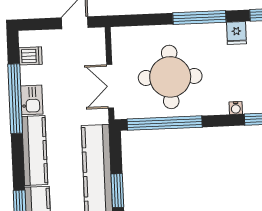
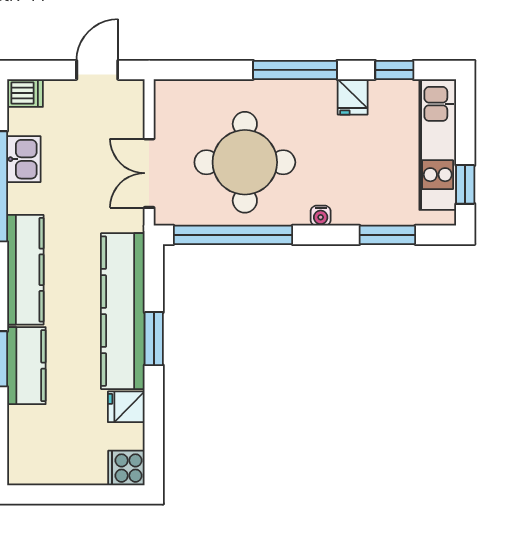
dishwasher: (31, 56) -> (25, 93), moved
kitchen sink: (32, 100) -> (24, 159), moved
water cooler: (236, 108) -> (321, 216), moved

